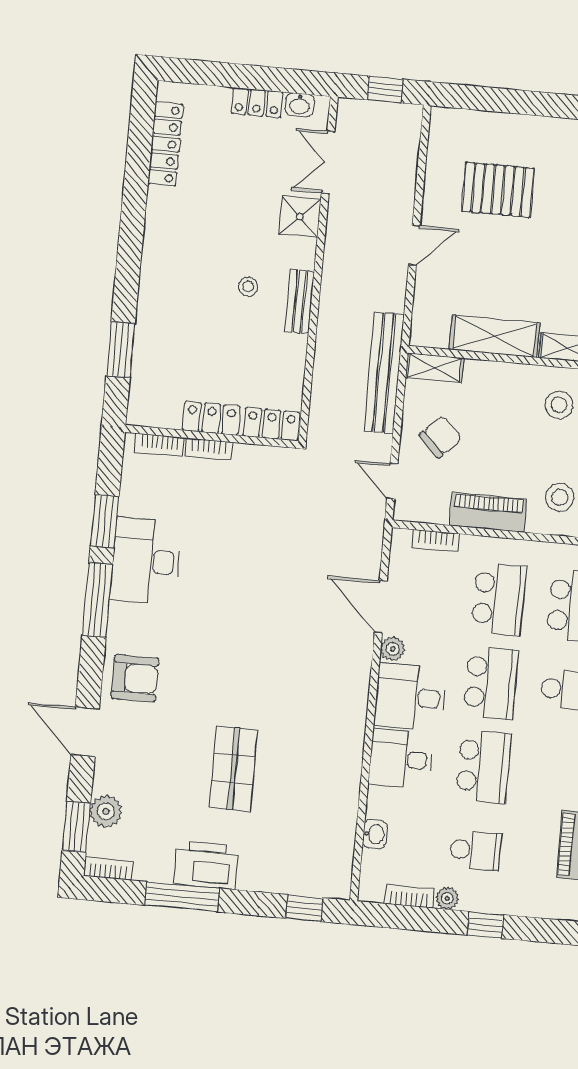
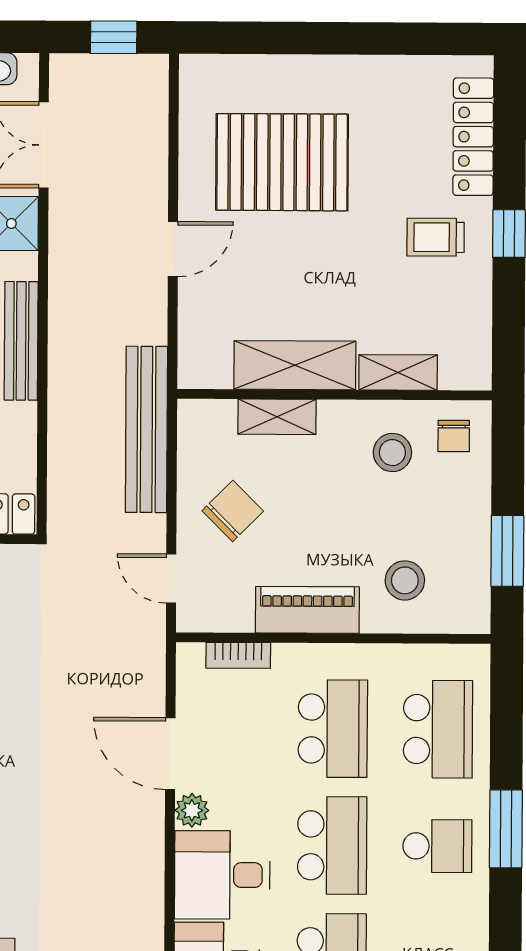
pallet: (498, 190) -> (282, 162), width x1.37, depth x1.41
bench: (300, 301) -> (21, 341), width x1.36
shelving: (435, 368) -> (277, 417), moved

